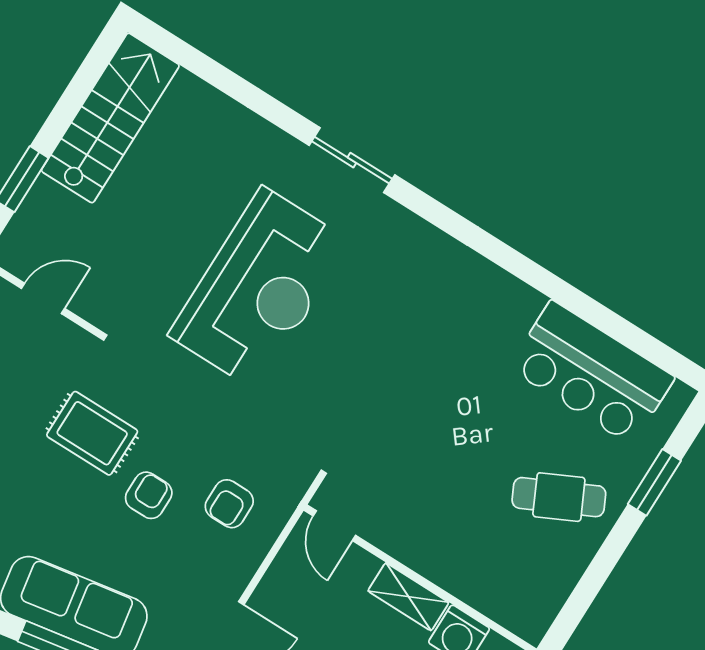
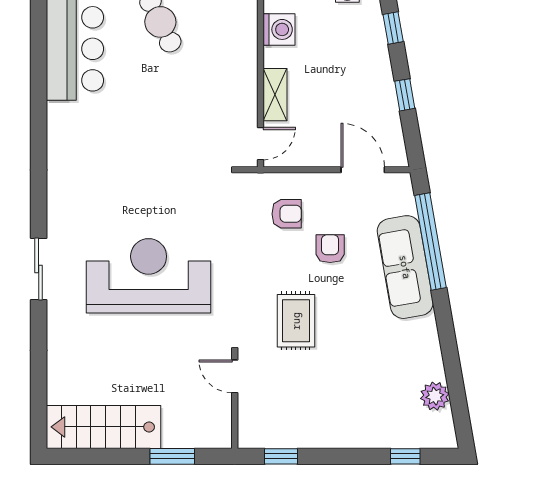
door: (43, 298) -> (235, 376), moved
armchair: (149, 495) -> (330, 249), moved, turned 90
shelving: (408, 597) -> (275, 95), moved

